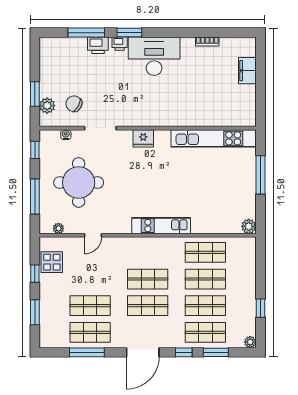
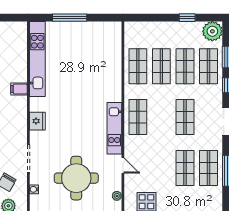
filing cabinet: (180, 118) -> (19, 89), added
kitchen unit: (161, 226) -> (114, 128), moved
plant: (249, 226) -> (115, 28), removed
shop shelf: (148, 279) -> (138, 117), moved
plant: (250, 342) -> (212, 31), width x1.87, depth x1.87

